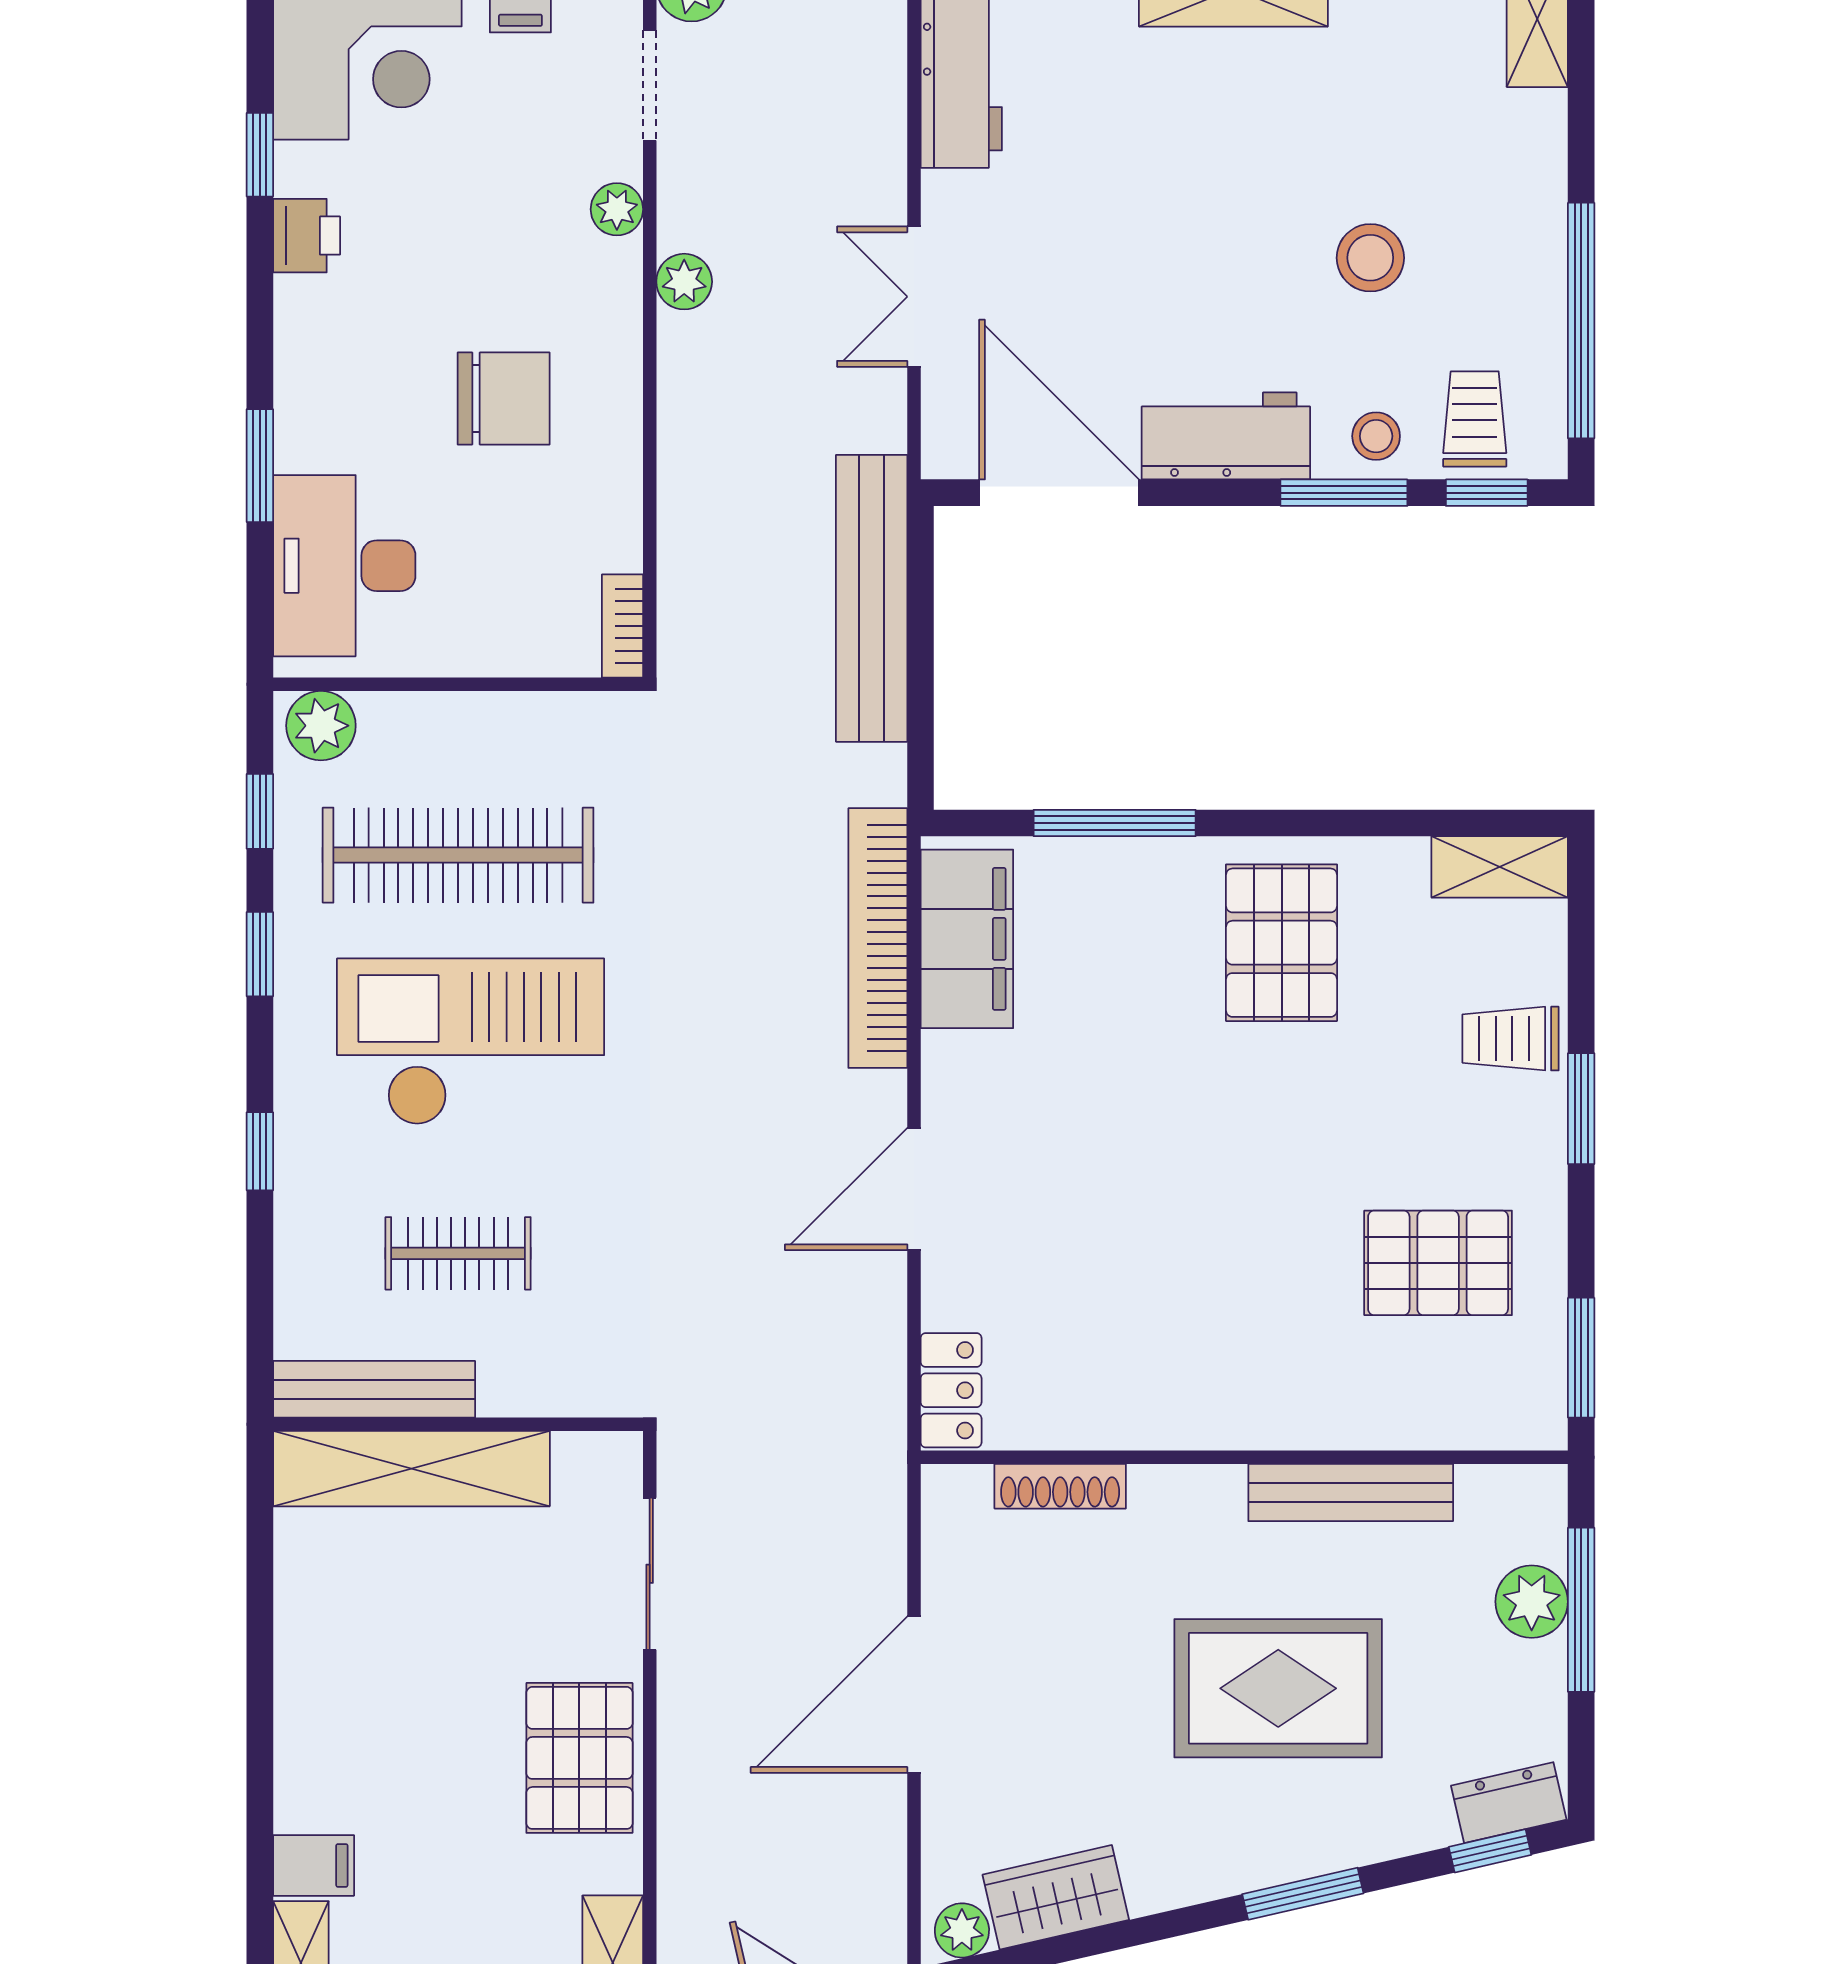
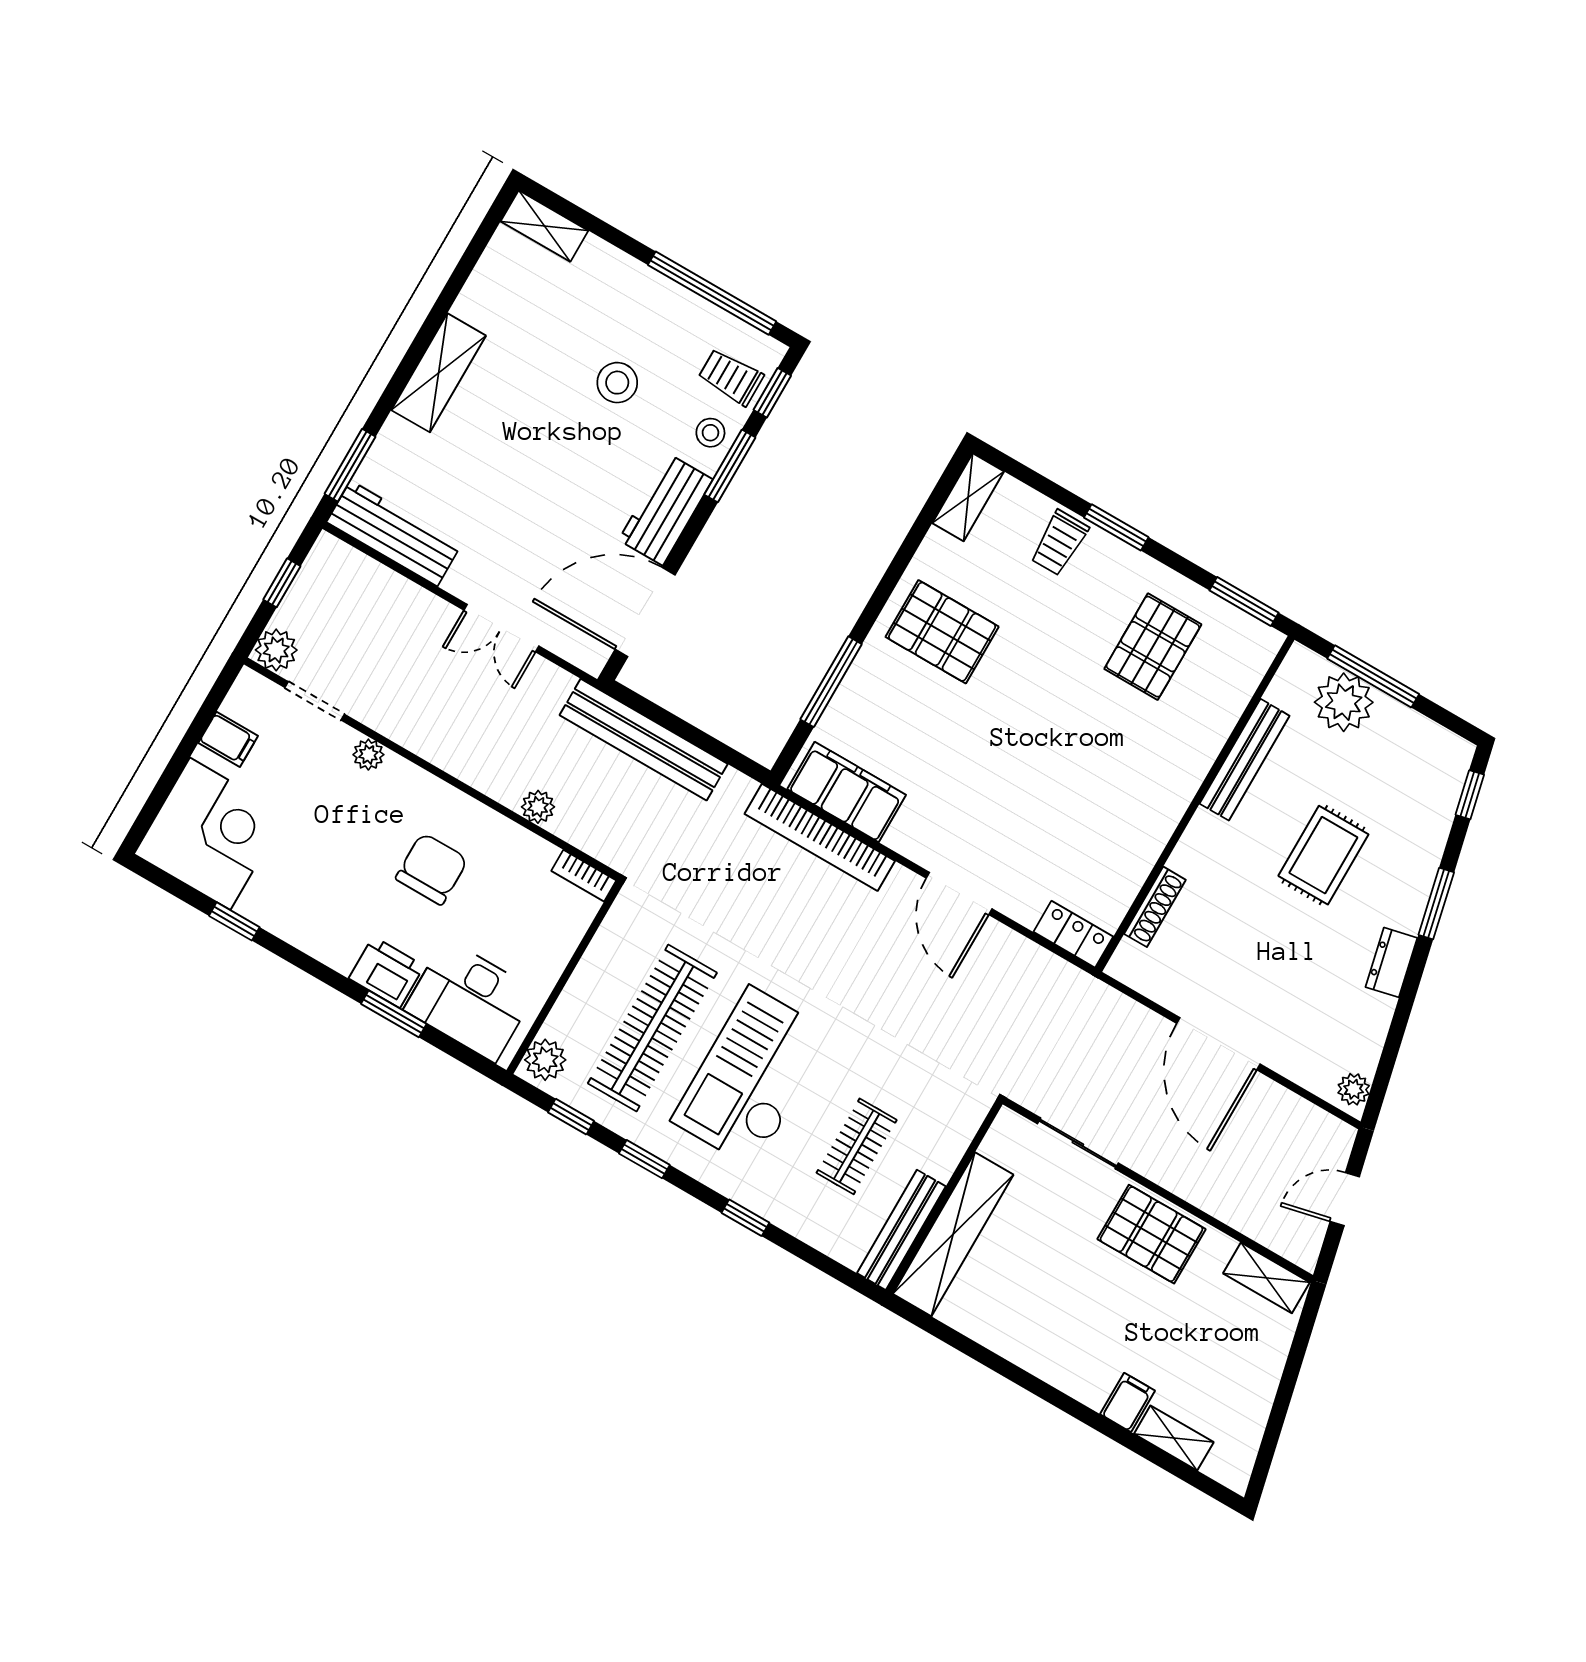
printer: (307, 236) -> (386, 972), moved, width x1.36, depth x1.24
plant: (684, 282) -> (538, 807), moved
plant: (1532, 1602) -> (1344, 702), width x1.36, depth x1.36
rug: (1278, 1688) -> (1323, 855), width x0.73, depth x0.70
dresser: (1509, 1803) -> (1391, 962), moved
wardrobe: (1056, 1897) -> (1365, 1031), removed

